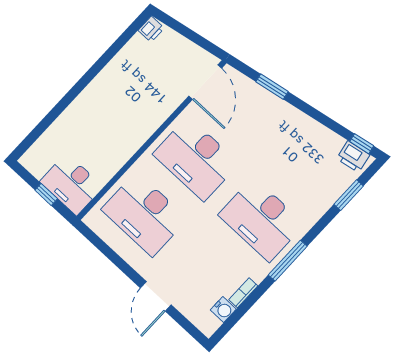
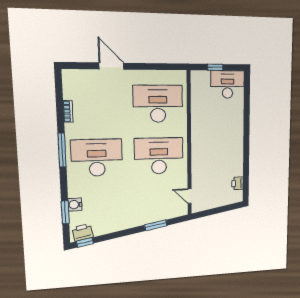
printer: (151, 29) -> (237, 183), moved
door: (205, 82) -> (190, 196), width x0.53
desk: (72, 184) -> (228, 84), moved
water cooler: (223, 309) -> (75, 205), moved

